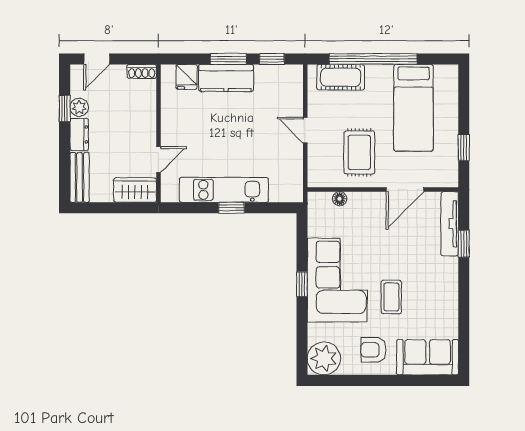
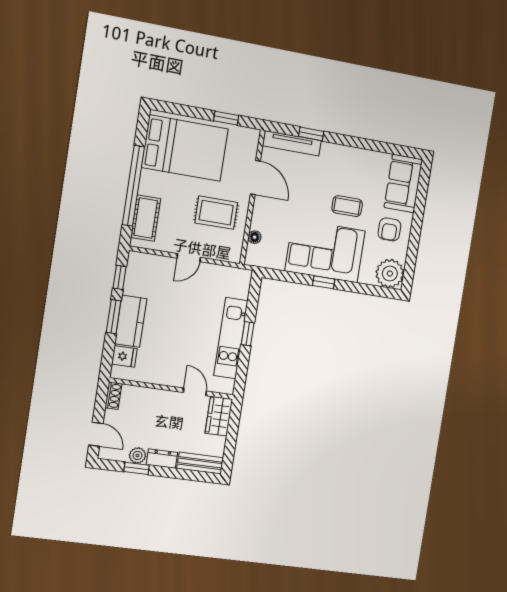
bed: (414, 108) -> (185, 148), width x1.50

